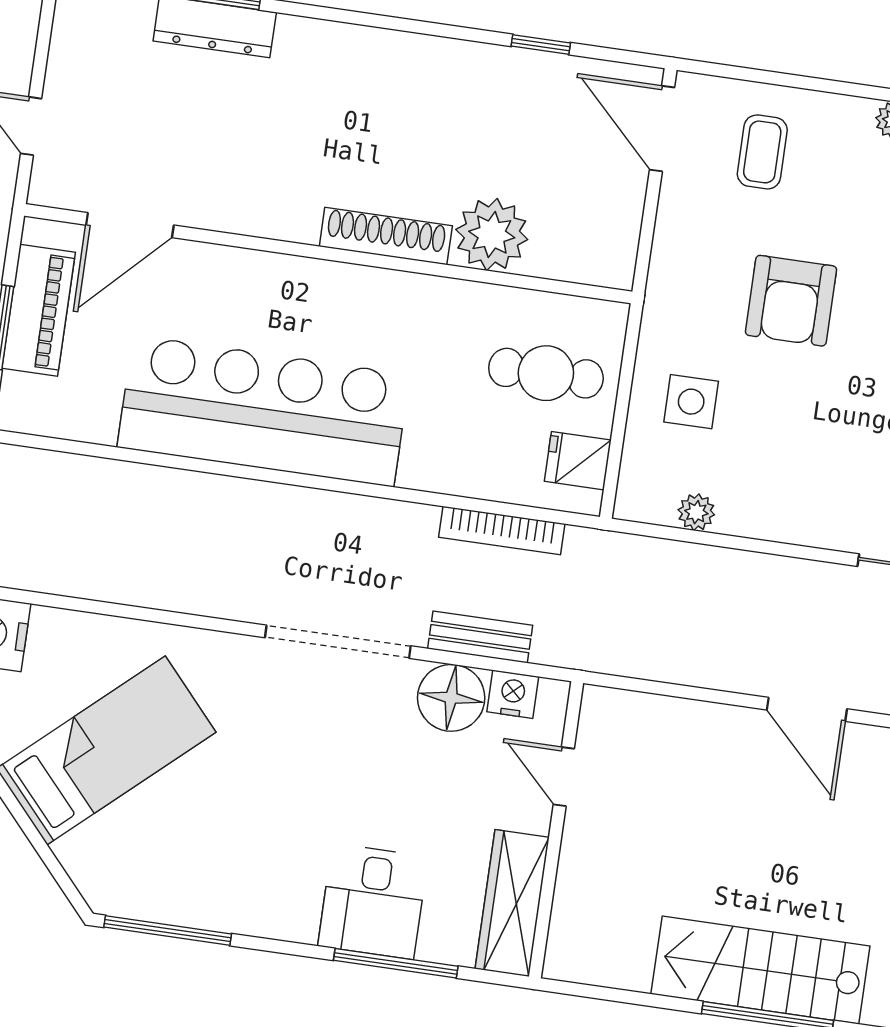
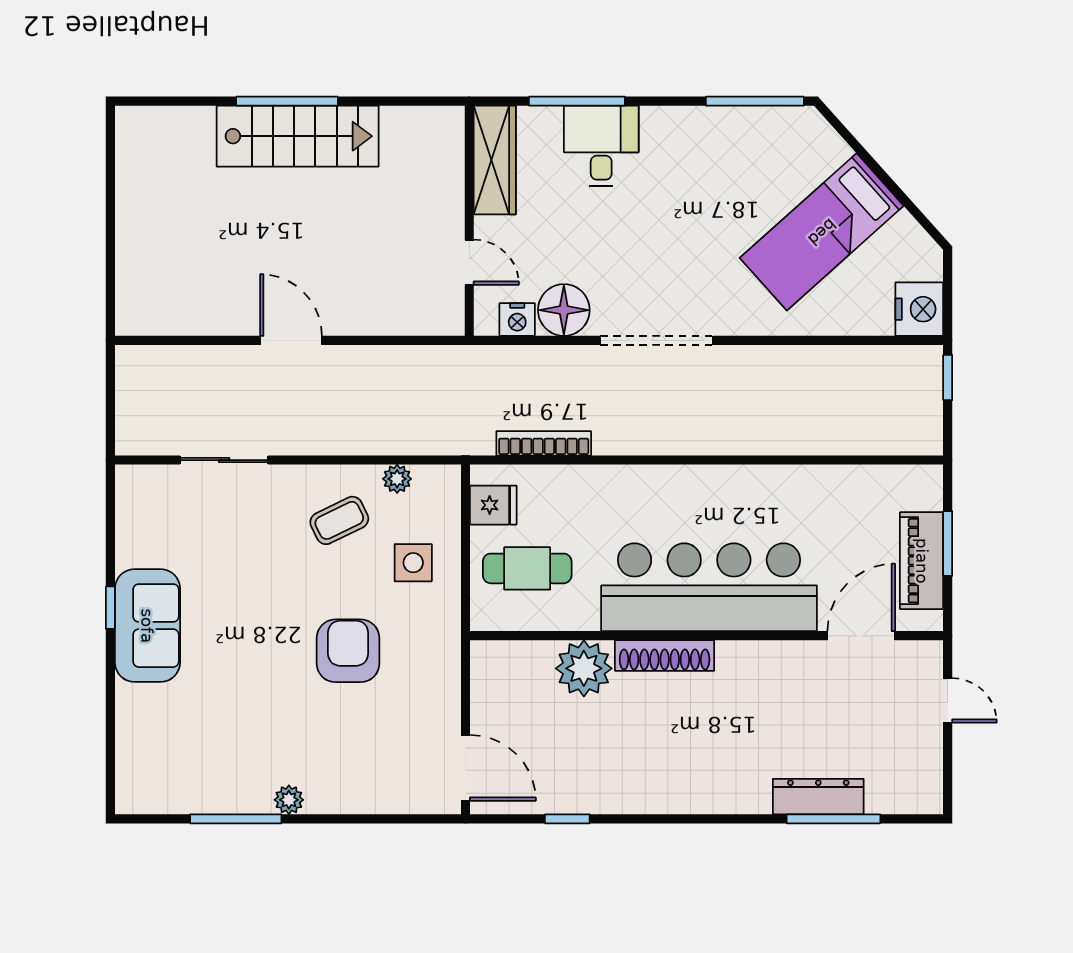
coffee table: (762, 152) -> (339, 520), moved, turned 64
bar counter: (263, 411) -> (709, 587), moved, turned 180
bench: (480, 637) -> (548, 360), removed

